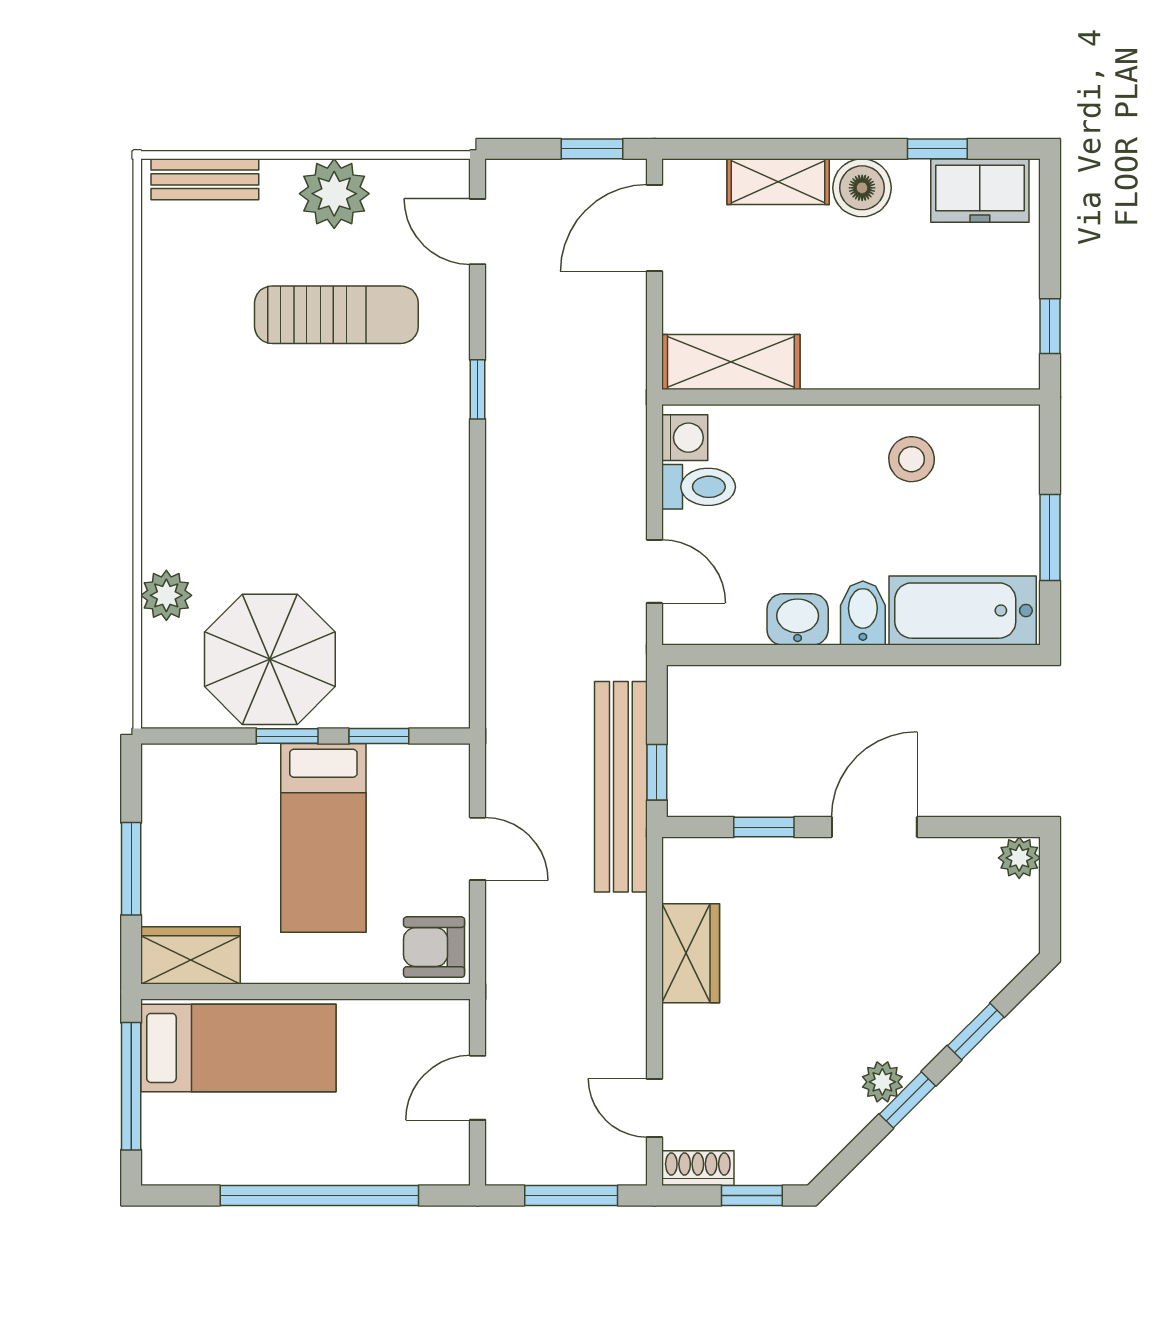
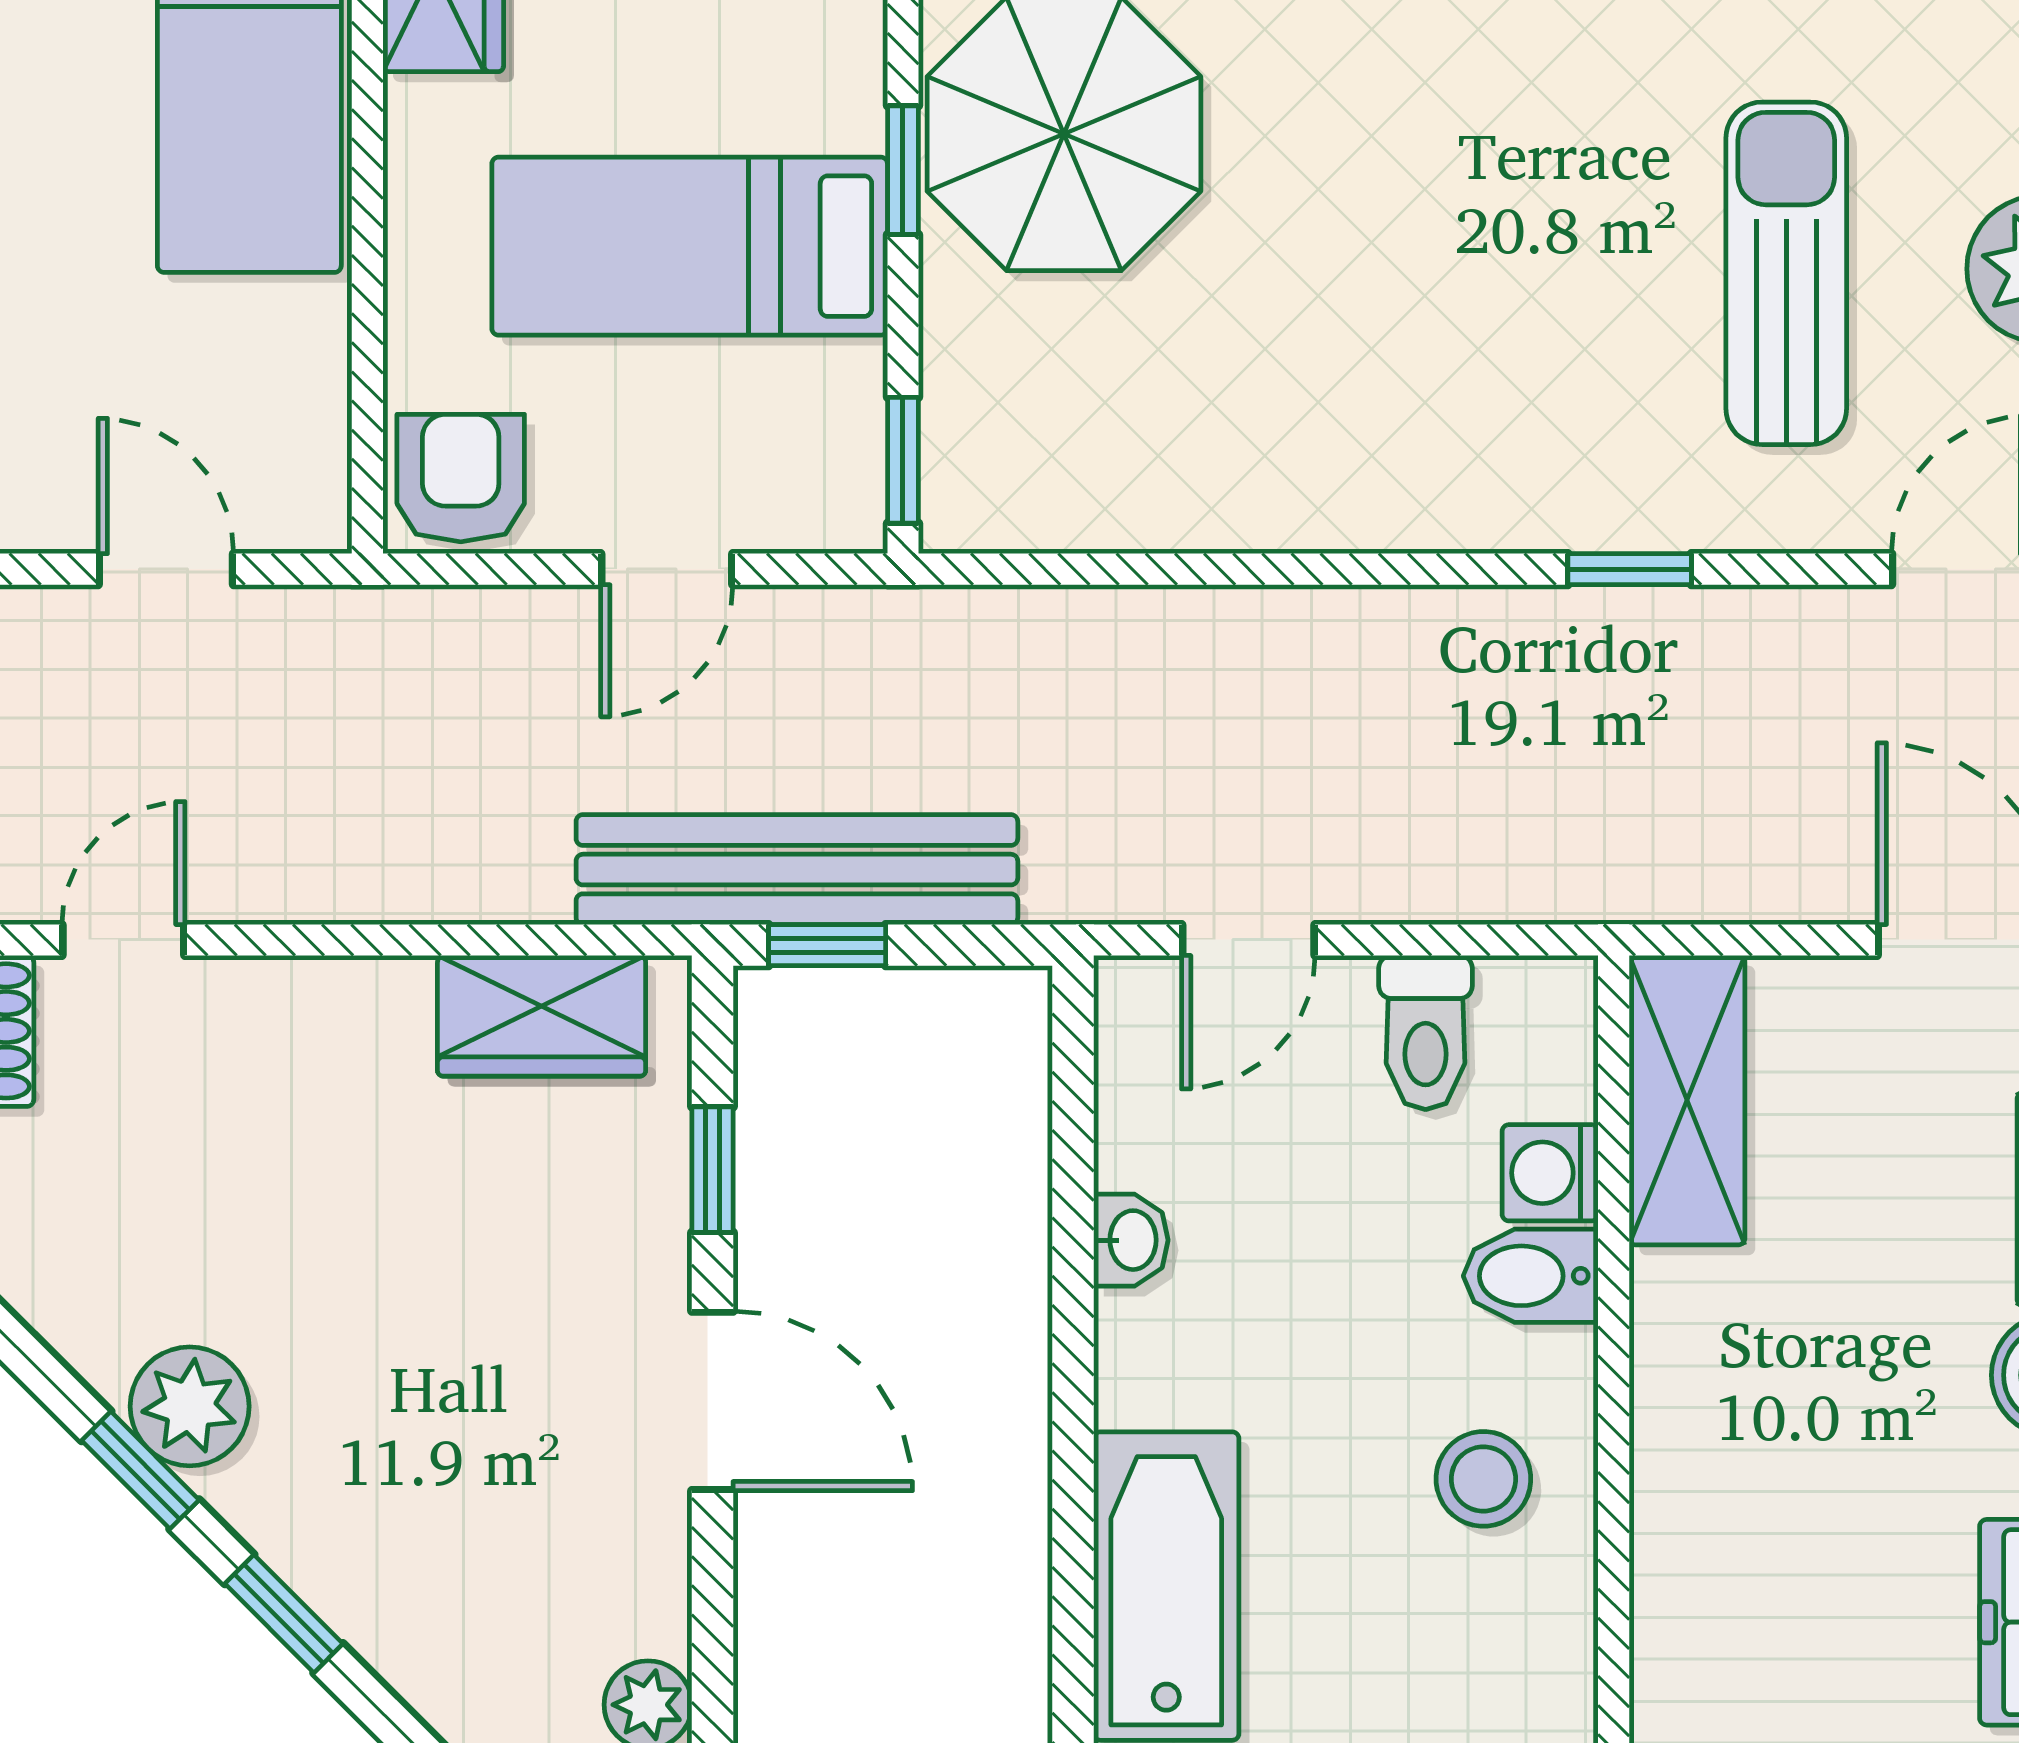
sun lounger: (336, 315) -> (1786, 273), turned 180
washing machine: (685, 438) -> (1550, 1173), moved, turned 90
bidet: (863, 613) -> (1531, 1276), moved, turned 180
washbasin: (798, 619) -> (1131, 1240), width x0.72, depth x0.69
window: (379, 736) -> (903, 460), moved
wardrobe: (691, 953) -> (542, 1016), moved
plant: (882, 1082) -> (190, 1406), width x1.38, depth x1.38

